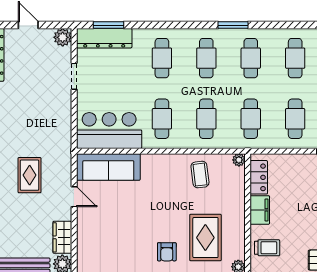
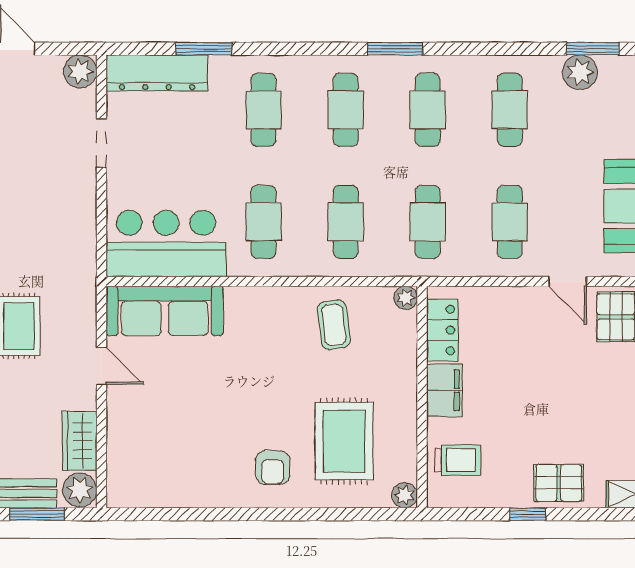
window: (108, 25) -> (204, 49), moved

